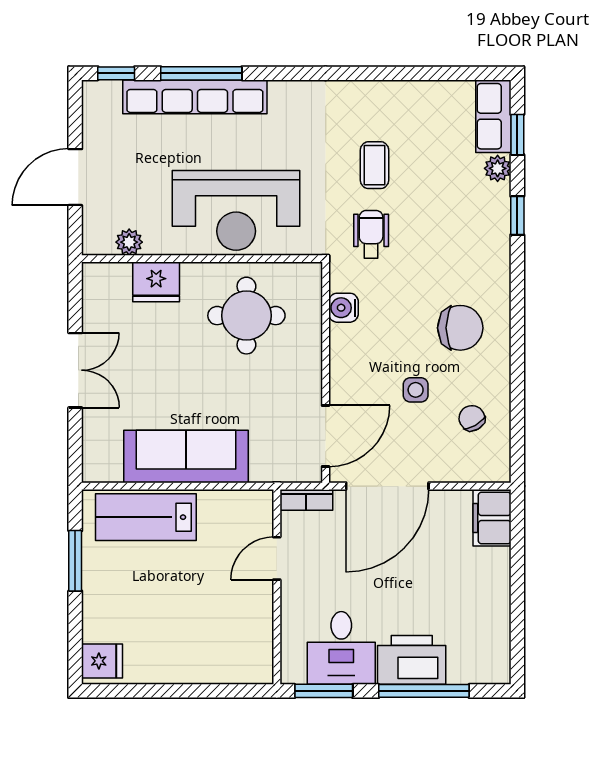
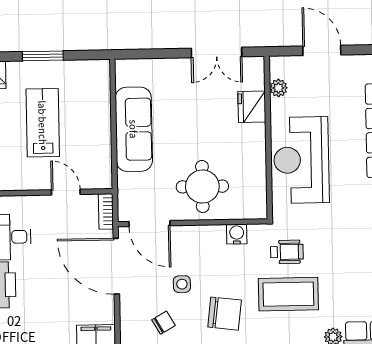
coffee table: (375, 165) -> (288, 294), moved, width x1.86, depth x1.72
round table: (246, 316) -> (202, 186), moved
chair: (460, 328) -> (225, 314), turned -83
double door: (75, 370) -> (217, 52), moved
lab bench: (146, 517) -> (43, 123), moved
window: (75, 561) -> (43, 56), moved

